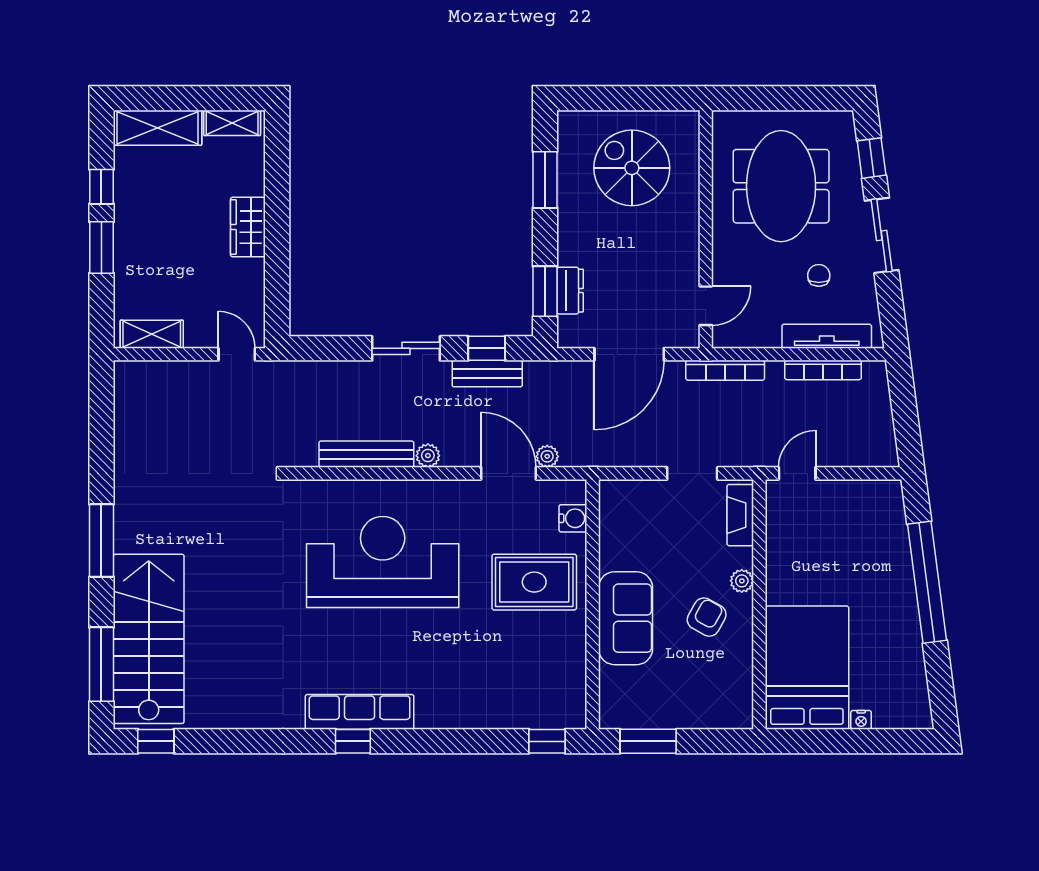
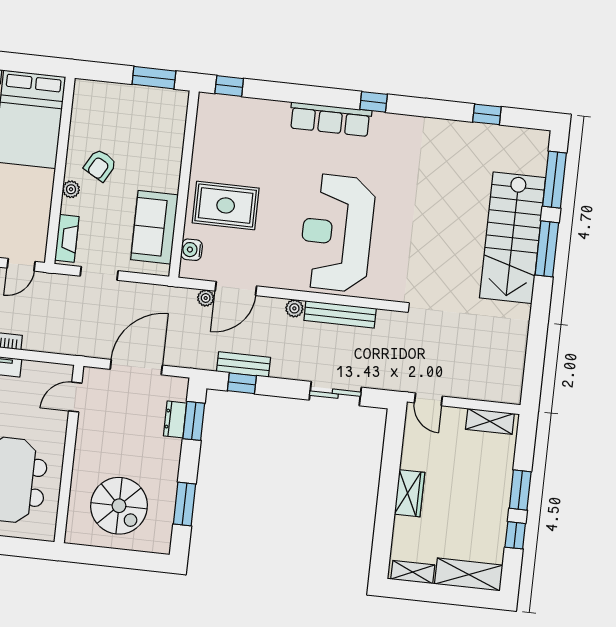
sliding door: (406, 348) -> (335, 394), moved
bookcase: (725, 370) -> (66, 347), removed
door: (508, 473) -> (236, 288), hinge flipped
window: (101, 541) -> (547, 249), moved
reception desk: (383, 562) -> (337, 233), turned 90
sofa: (626, 618) -> (154, 227), moved
stairs: (149, 639) -> (513, 238), moved
row of seats: (360, 712) -> (330, 119), moved
window: (156, 741) -> (487, 114), moved

